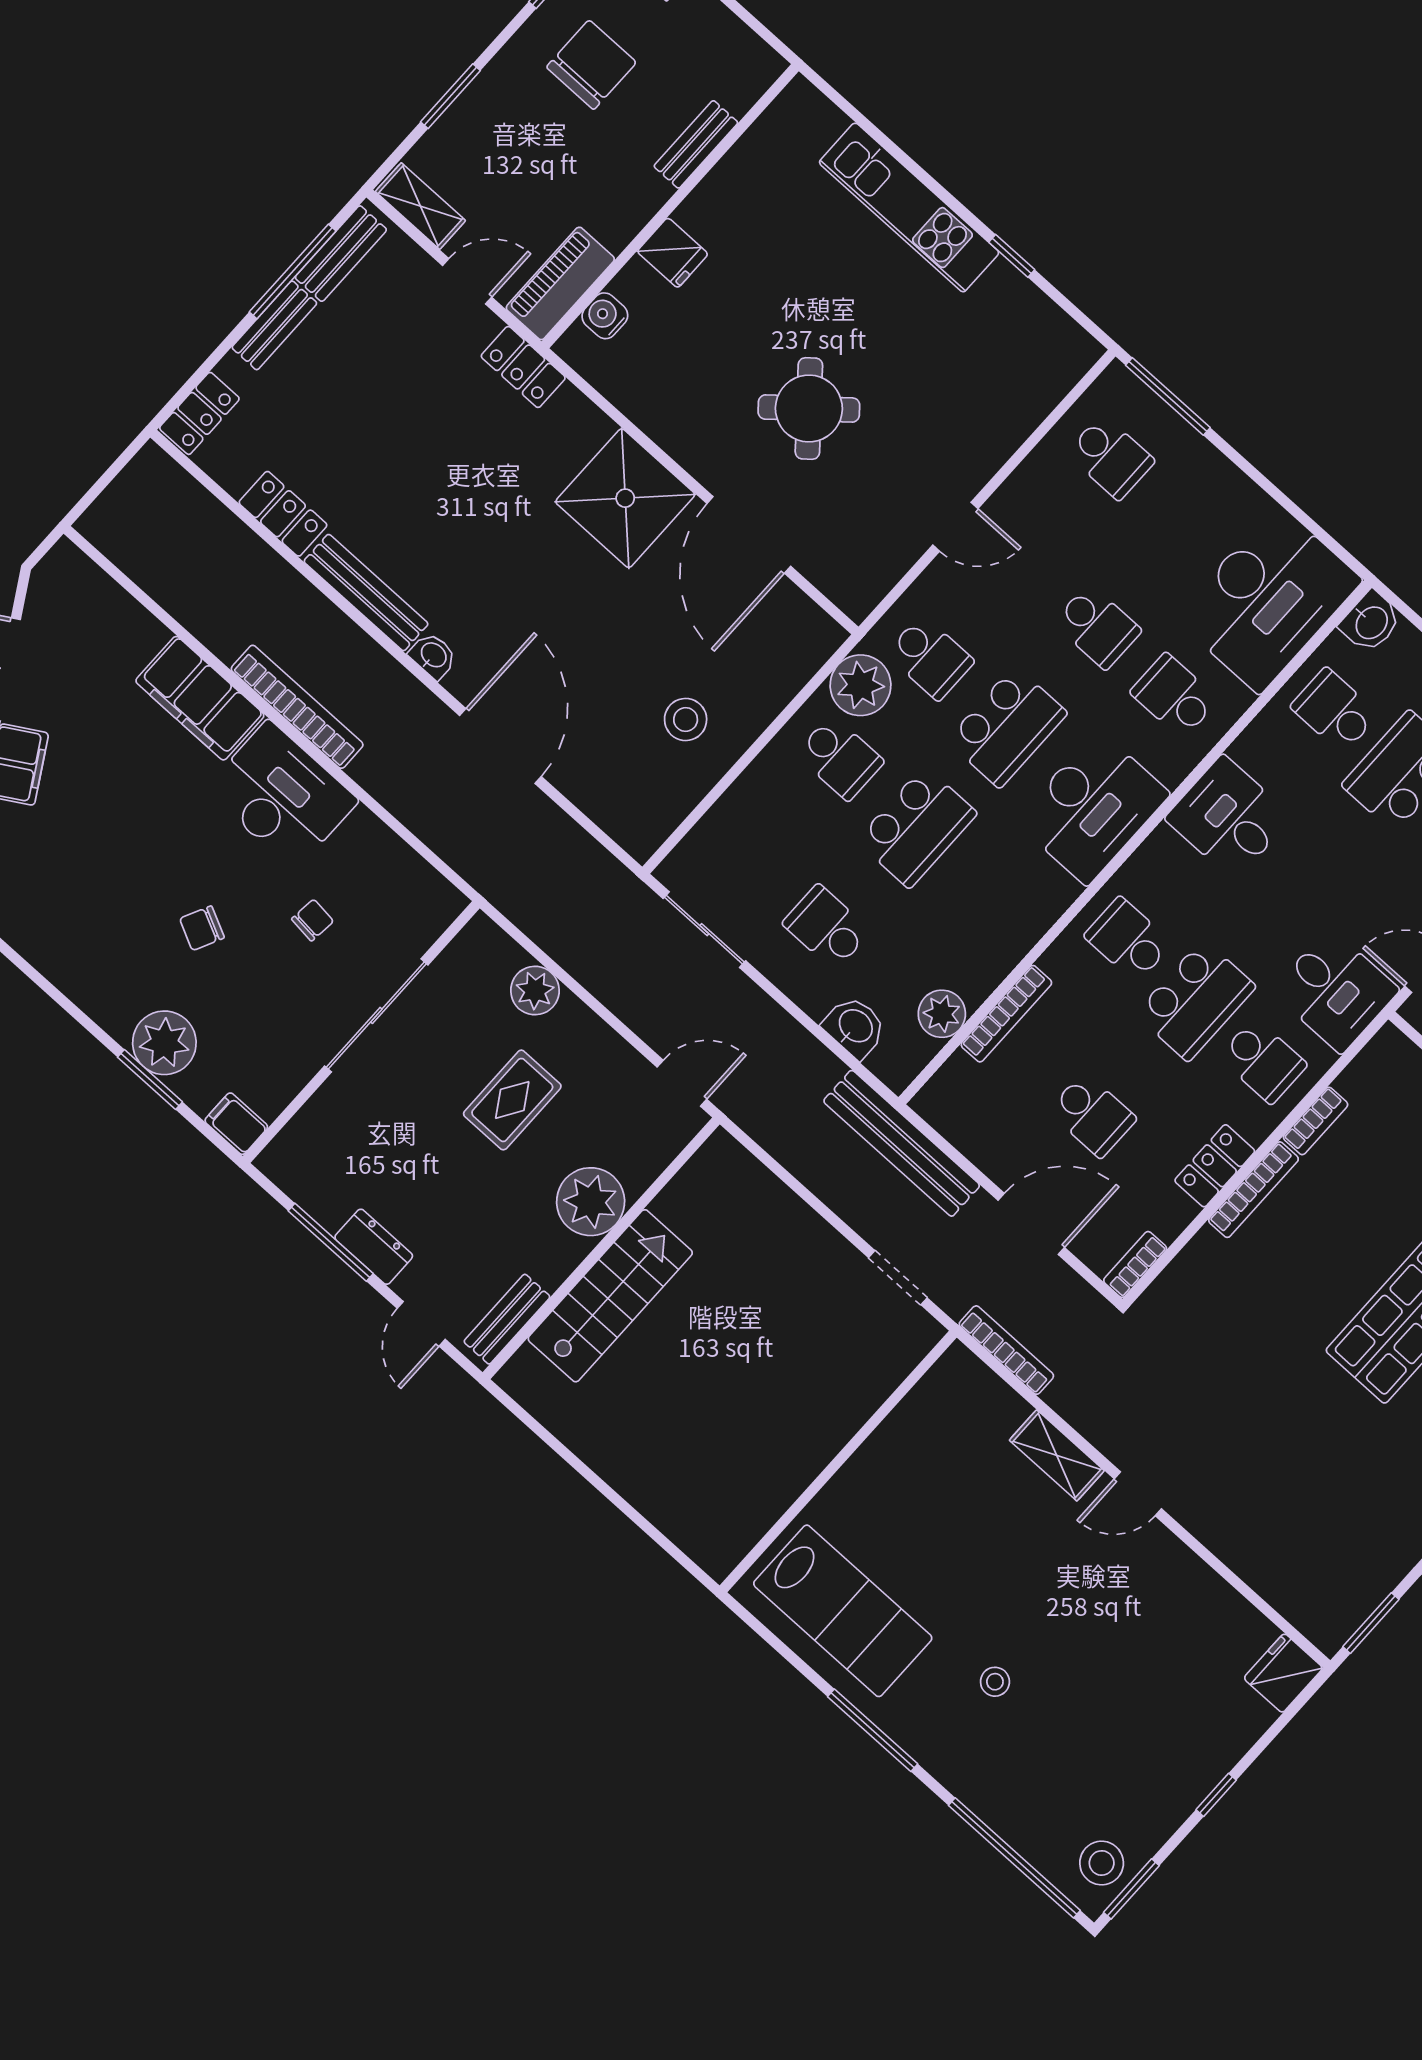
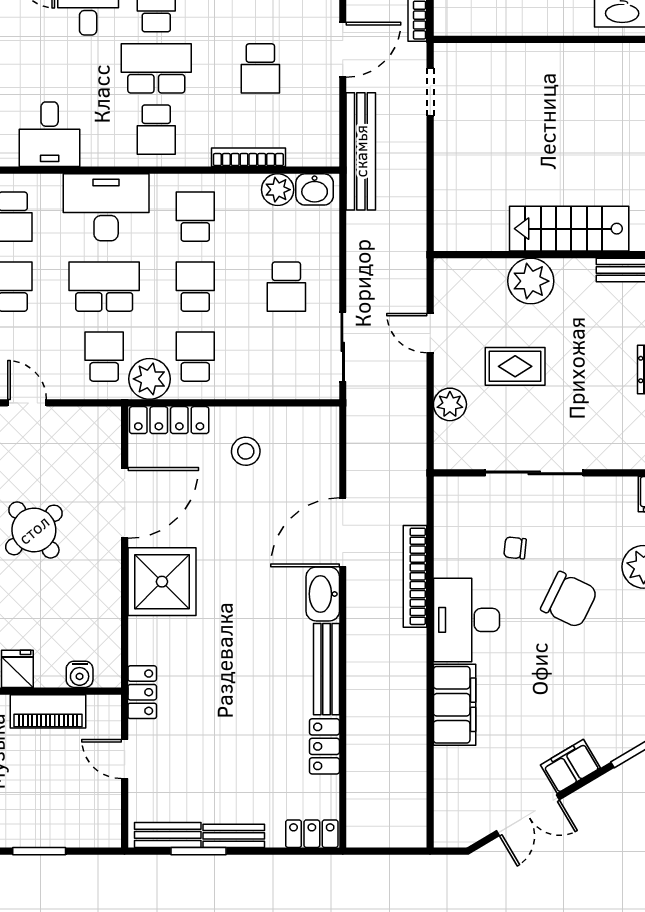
shelving: (420, 206) -> (108, 817), removed
window: (293, 271) -> (198, 851), width x0.69
piano: (560, 283) -> (48, 711), moved
washbasin: (433, 656) -> (323, 594), width x1.91, depth x1.45
locker: (796, 666) -> (169, 420), added
bookcase: (297, 707) -> (415, 576), moved
school desk: (917, 827) -> (195, 287), width x0.54
school desk: (994, 896) -> (195, 217), added
chair: (202, 928) -> (569, 600), width x1.87, depth x1.87
washbasin: (855, 1027) -> (315, 189), moved, turned -90
door: (682, 1083) -> (430, 333), moved
school desk: (1092, 1115) -> (260, 68), turned 180
door: (1031, 1224) -> (343, 50), swing flipped

